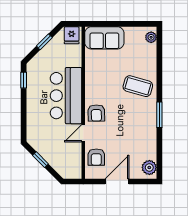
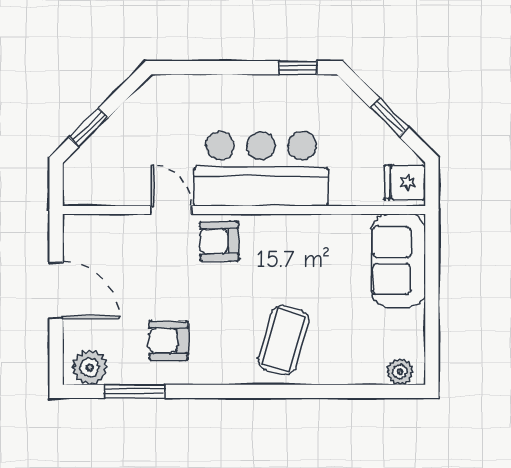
window: (159, 115) -> (135, 391), moved
armchair: (96, 157) -> (169, 341), moved
window: (40, 160) -> (89, 127), moved

